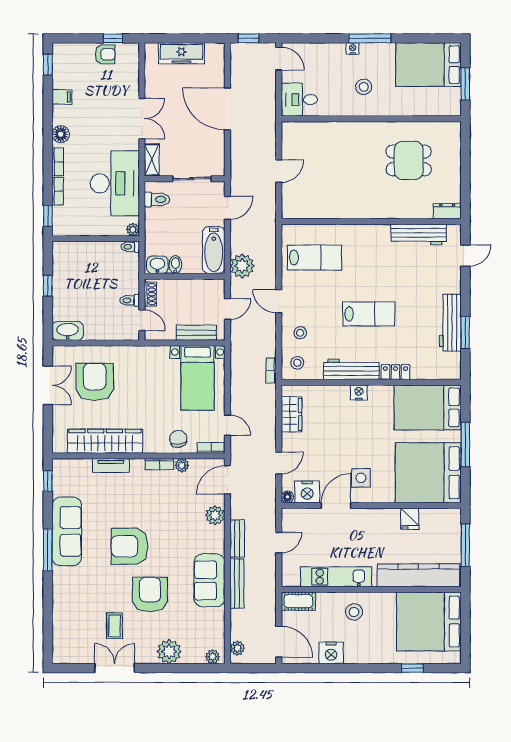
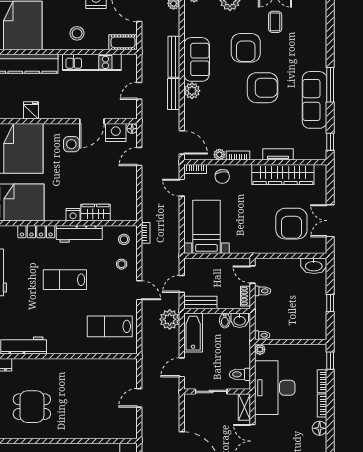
bench: (196, 333) -> (200, 302), moved
locker: (395, 372) -> (36, 232), width x1.53
wardrobe: (292, 414) -> (96, 213), moved, turned 90
door: (227, 480) -> (182, 142), hinge flipped
plant: (215, 515) -> (192, 91), moved

